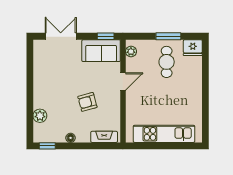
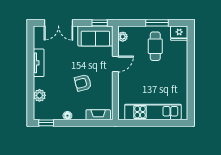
double door: (61, 36) -> (58, 23), swing flipped
tv unit: (39, 80) -> (39, 63), added

